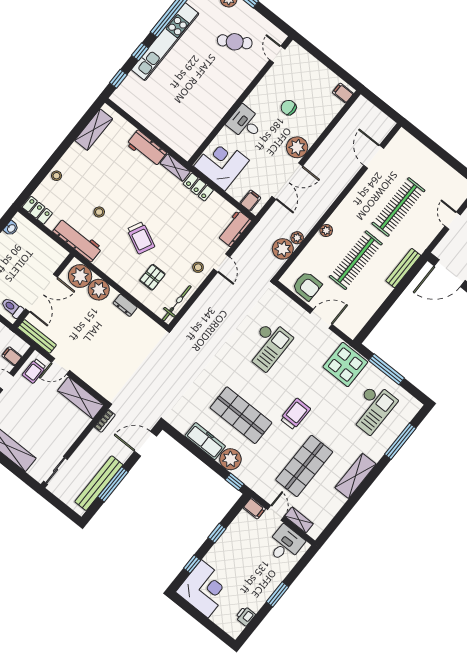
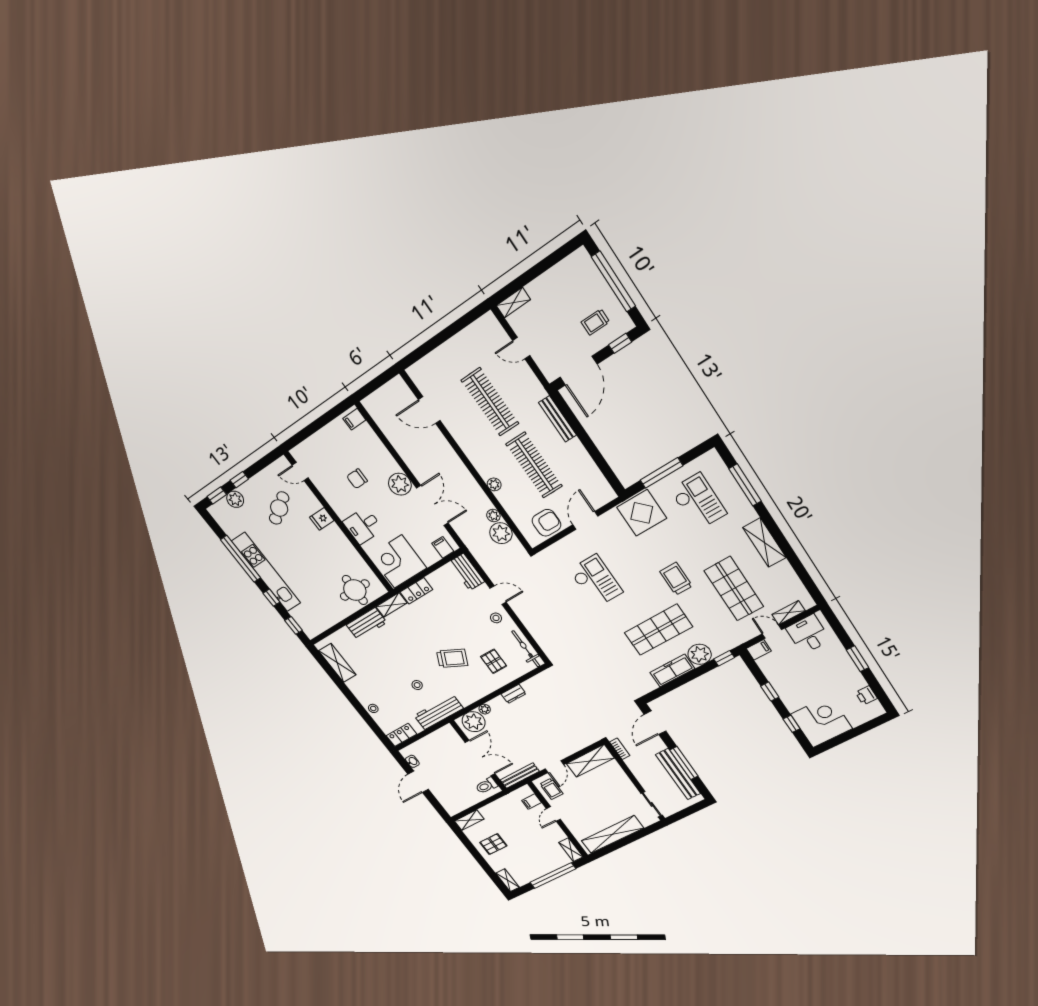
fridge: (238, 84) -> (322, 519), added
round table: (178, 130) -> (355, 590), added
plant: (99, 290) -> (485, 709), width x0.53, depth x0.53

